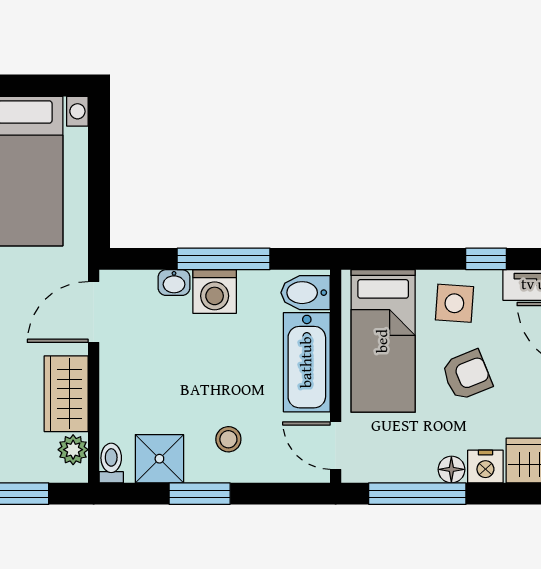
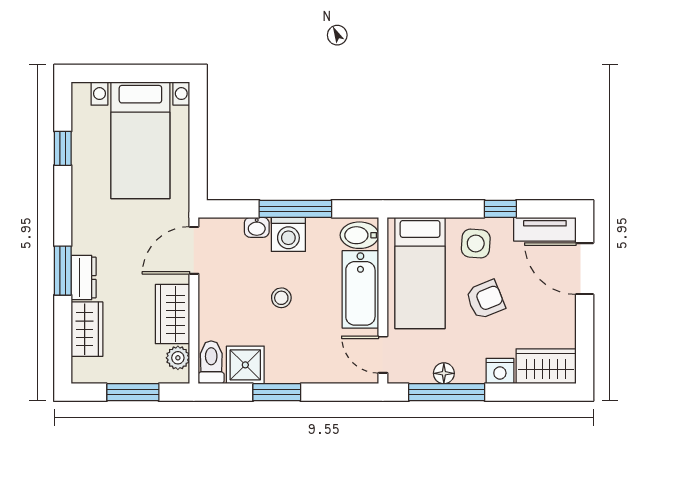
stool: (228, 439) -> (281, 298), moved
toilet: (111, 463) -> (211, 362), width x1.37, depth x1.39
floor lamp: (451, 469) -> (444, 373), moved

